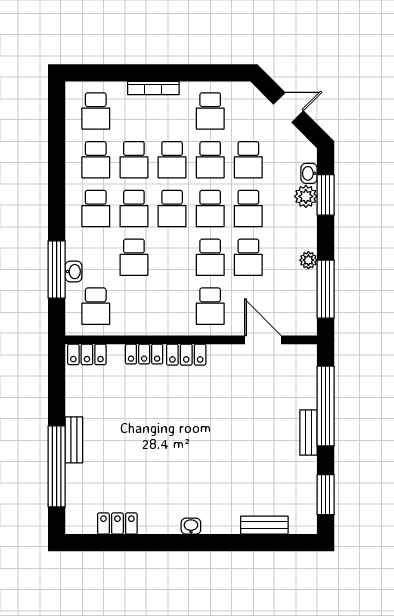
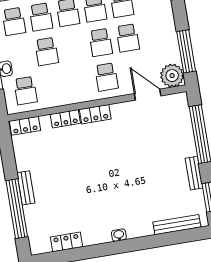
plant: (308, 260) -> (172, 76), moved, width x1.87, depth x1.87
bench: (308, 433) -> (194, 173), moved
bench: (264, 525) -> (177, 225), width x1.36

